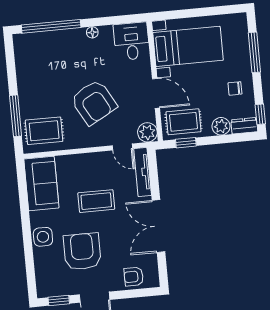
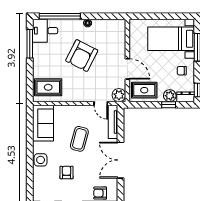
desk: (132, 41) -> (45, 31), moved, turned -90
bed with nightstands: (188, 46) -> (171, 39), moved, turned 180
armchair: (94, 102) -> (82, 56), moved, turned 56
window: (16, 116) -> (30, 44), moved
window: (186, 143) -> (169, 105), moved
coffee table: (96, 201) -> (79, 139), turned -75
armchair: (82, 251) -> (67, 172), width x0.53, depth x0.53

